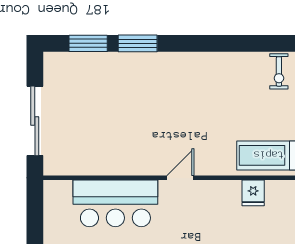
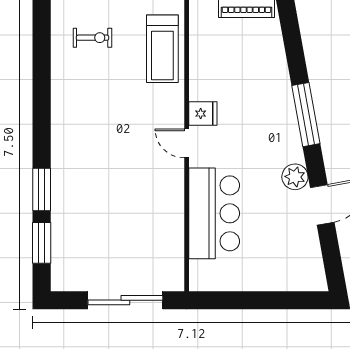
exercise bike: (279, 71) -> (92, 38), moved
fridge: (253, 193) -> (203, 114), moved

